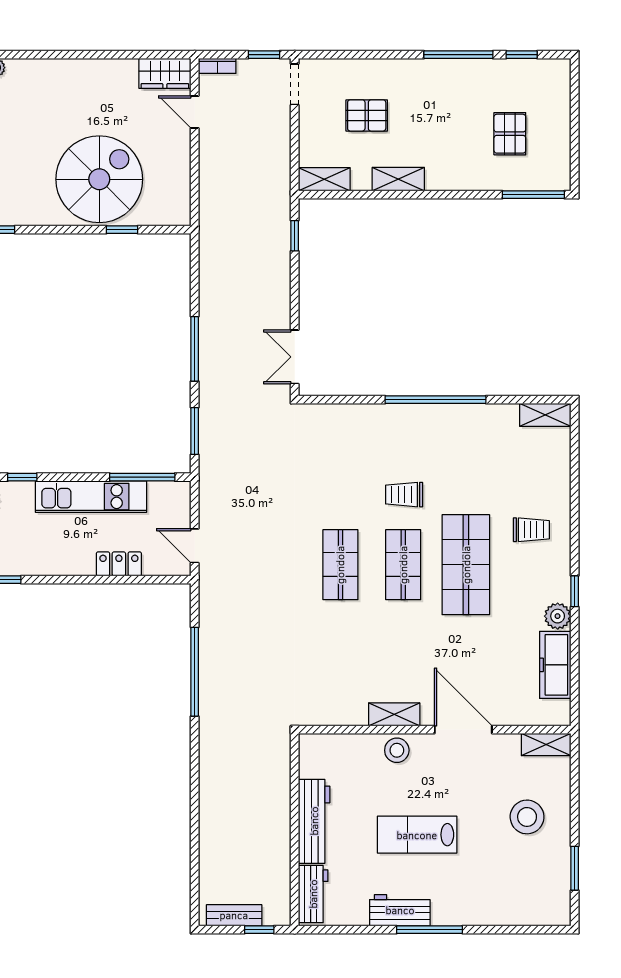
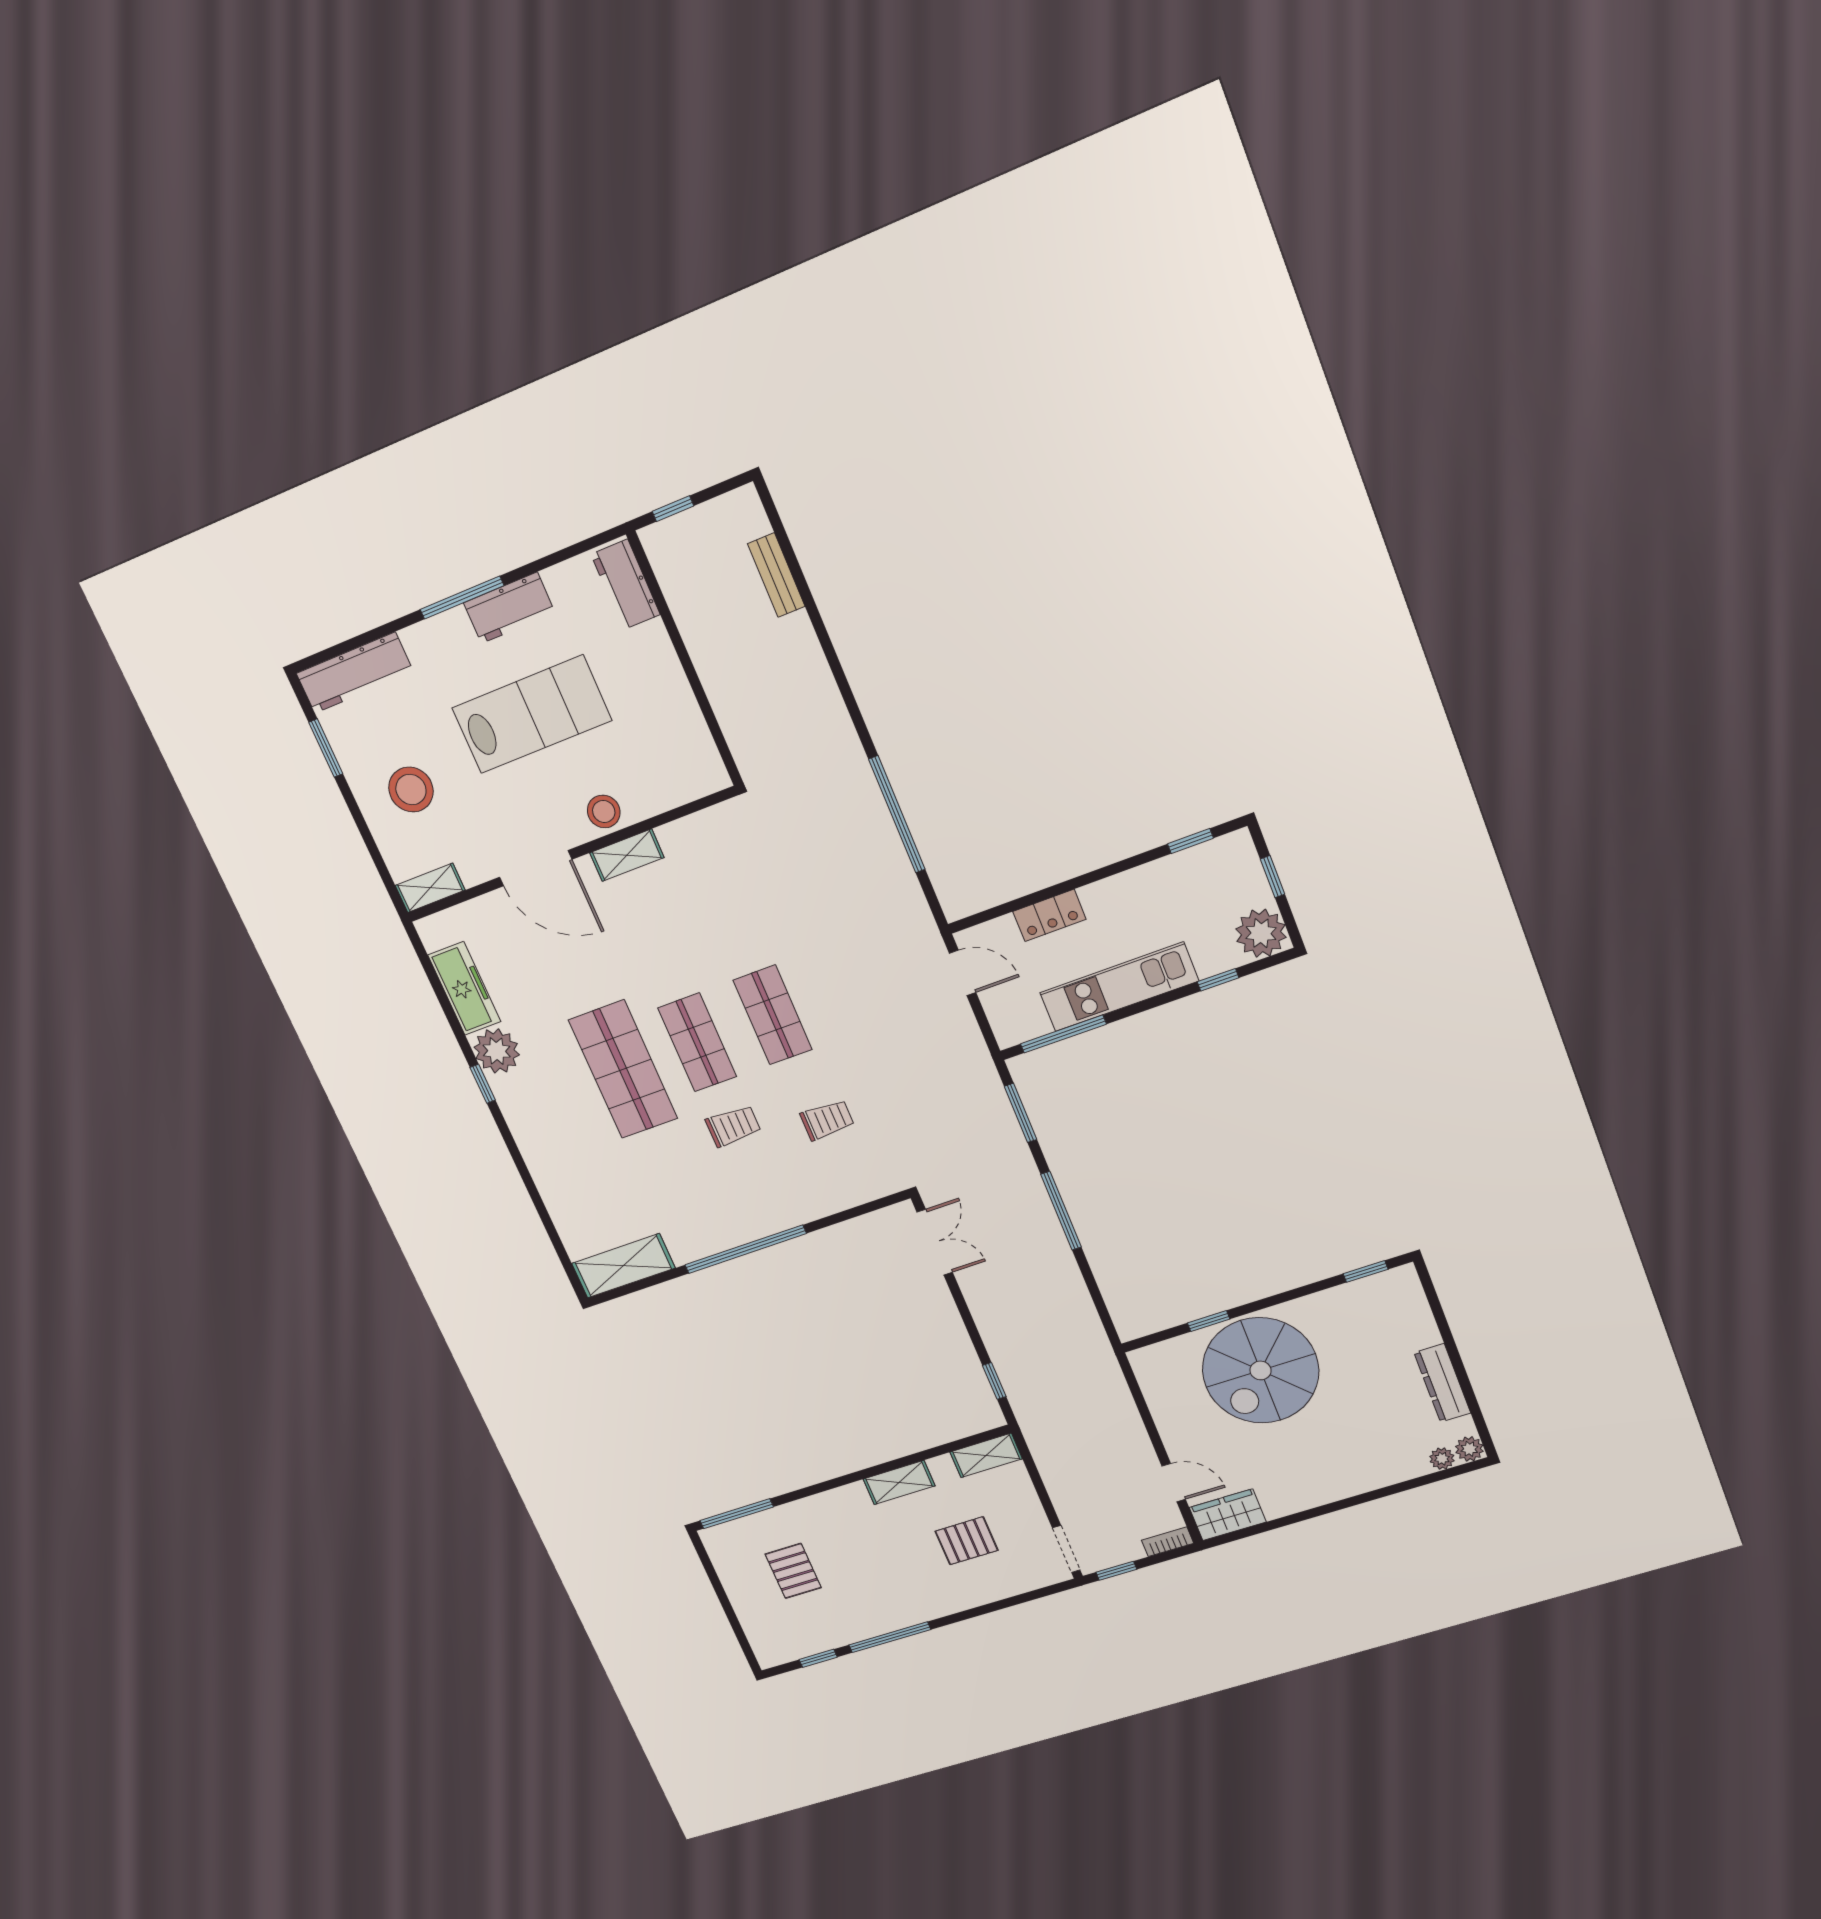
shelving: (545, 415) -> (623, 1266), width x1.50, depth x1.33
trolley: (531, 530) -> (827, 1120), moved, turned 180
plant: (558, 616) -> (497, 1051), width x1.36, depth x1.36
workbench: (314, 821) -> (355, 673), moved, turned -90
lab bench: (417, 835) -> (532, 714), width x1.36, depth x1.39
bench: (234, 915) -> (776, 575), moved, turned 90

